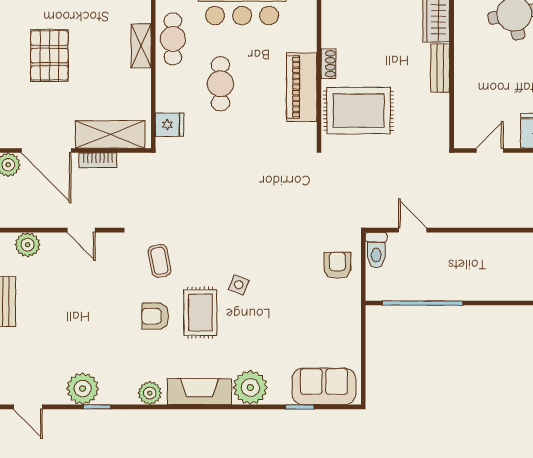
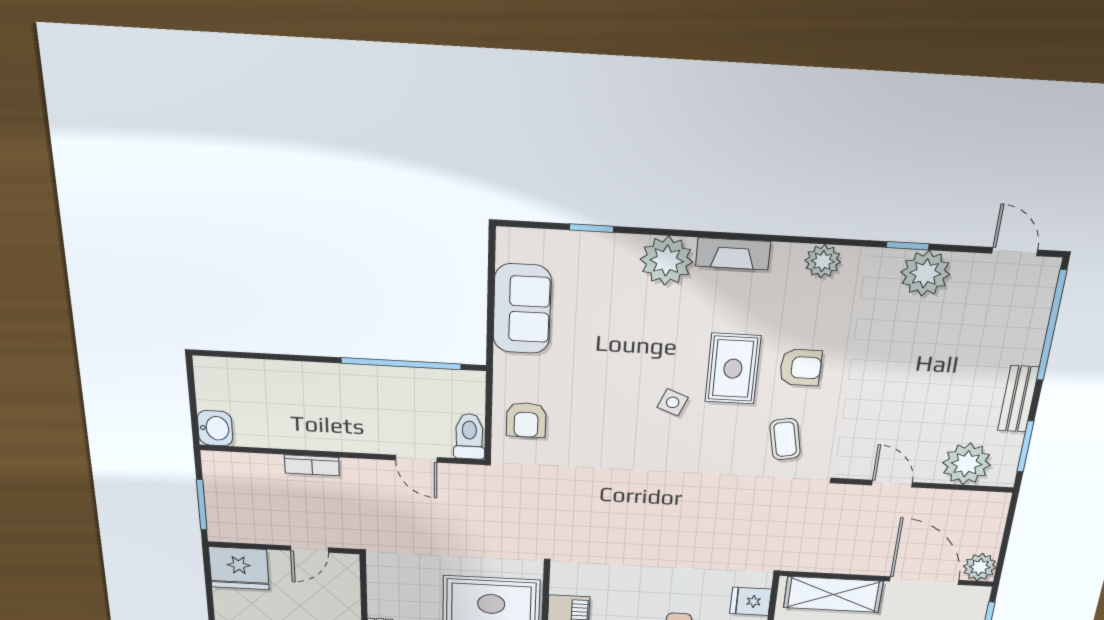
bookcase: (98, 160) -> (312, 465), moved, turned 180
plant: (28, 245) -> (967, 464), width x1.36, depth x1.36
sofa: (324, 386) -> (522, 309), moved, turned -90
fireplace: (199, 392) -> (733, 254), width x0.73, depth x0.76

